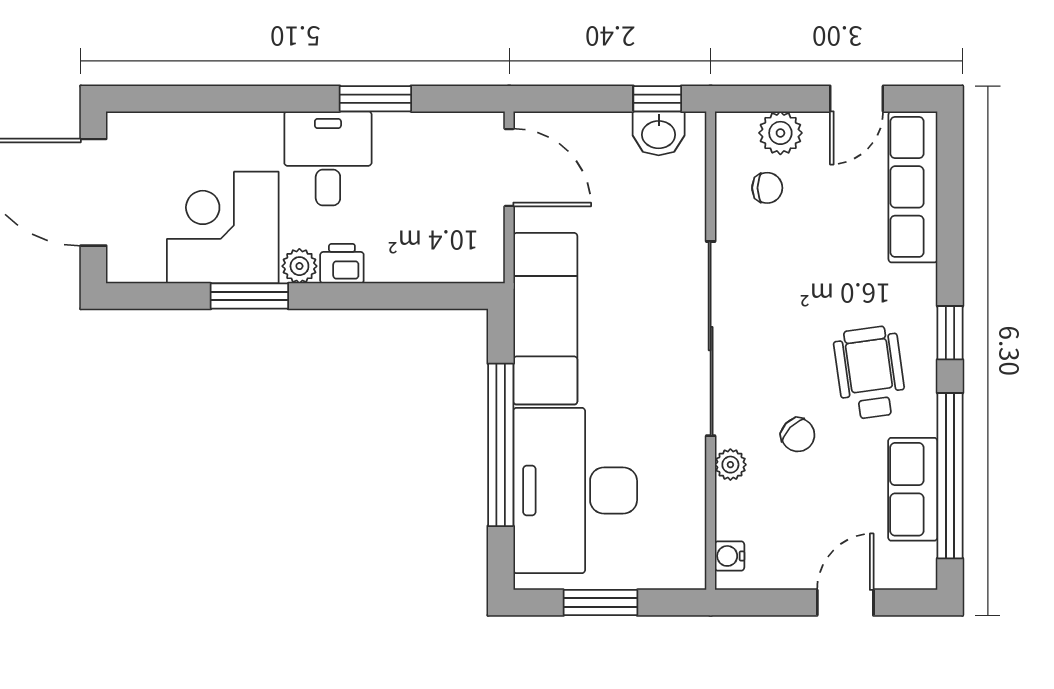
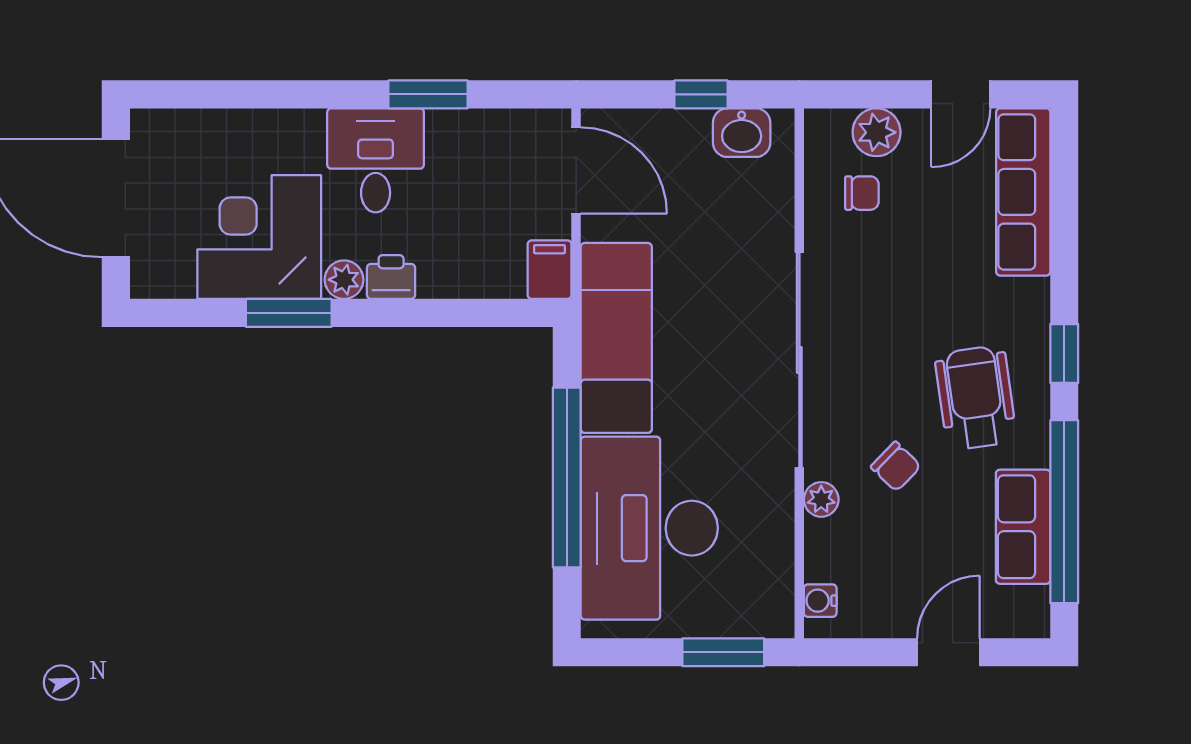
window: (657, 99) -> (701, 94), moved
filing cabinet: (485, 257) -> (550, 270), added
window: (600, 603) -> (723, 652), moved

